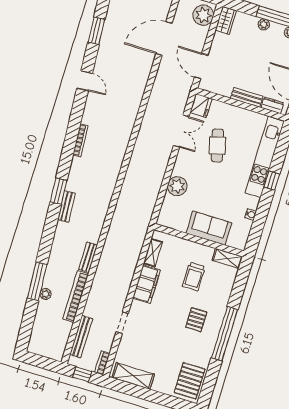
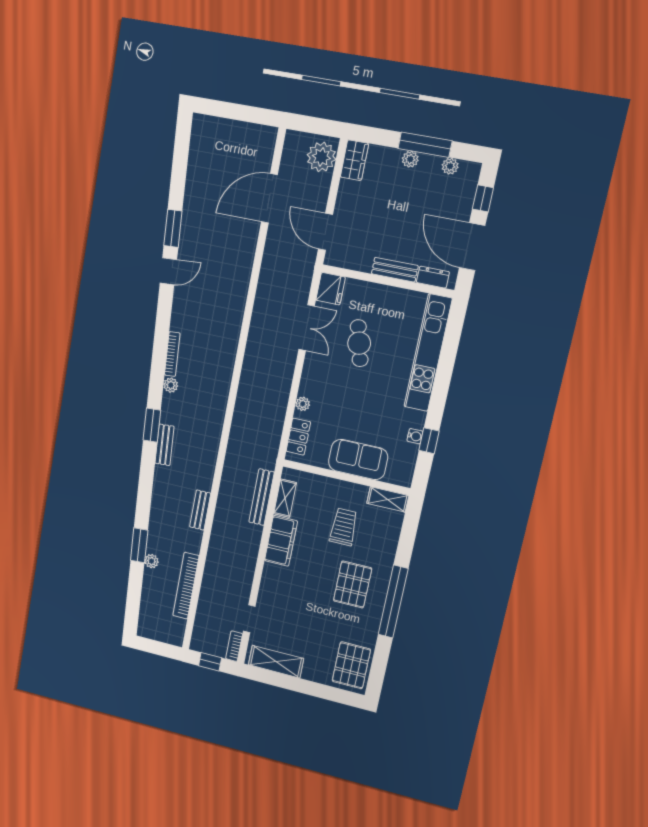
window: (96, 31) -> (173, 228), moved
door: (85, 81) -> (168, 271), hinge flipped
plant: (77, 163) -> (171, 385), added
window: (272, 180) -> (429, 441), moved
plant: (177, 186) -> (303, 404), width x0.53, depth x0.53
locker: (167, 208) -> (298, 437), added
trolley: (194, 277) -> (344, 527), turned 180
window: (37, 281) -> (139, 545), width x0.69
bookcase: (76, 296) -> (186, 586), moved
pallet: (196, 320) -> (353, 584), width x1.50, depth x1.42
doorway: (122, 323) -> (249, 619), moved
bench: (81, 337) -> (262, 497), moved

